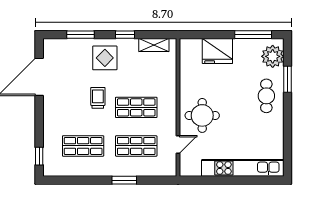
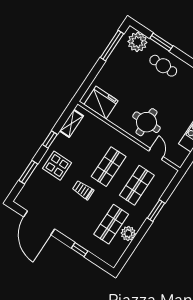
fridge: (217, 51) -> (101, 103), moved, turned -90
window: (39, 156) -> (80, 250), moved
plant: (85, 168) -> (128, 233), added

